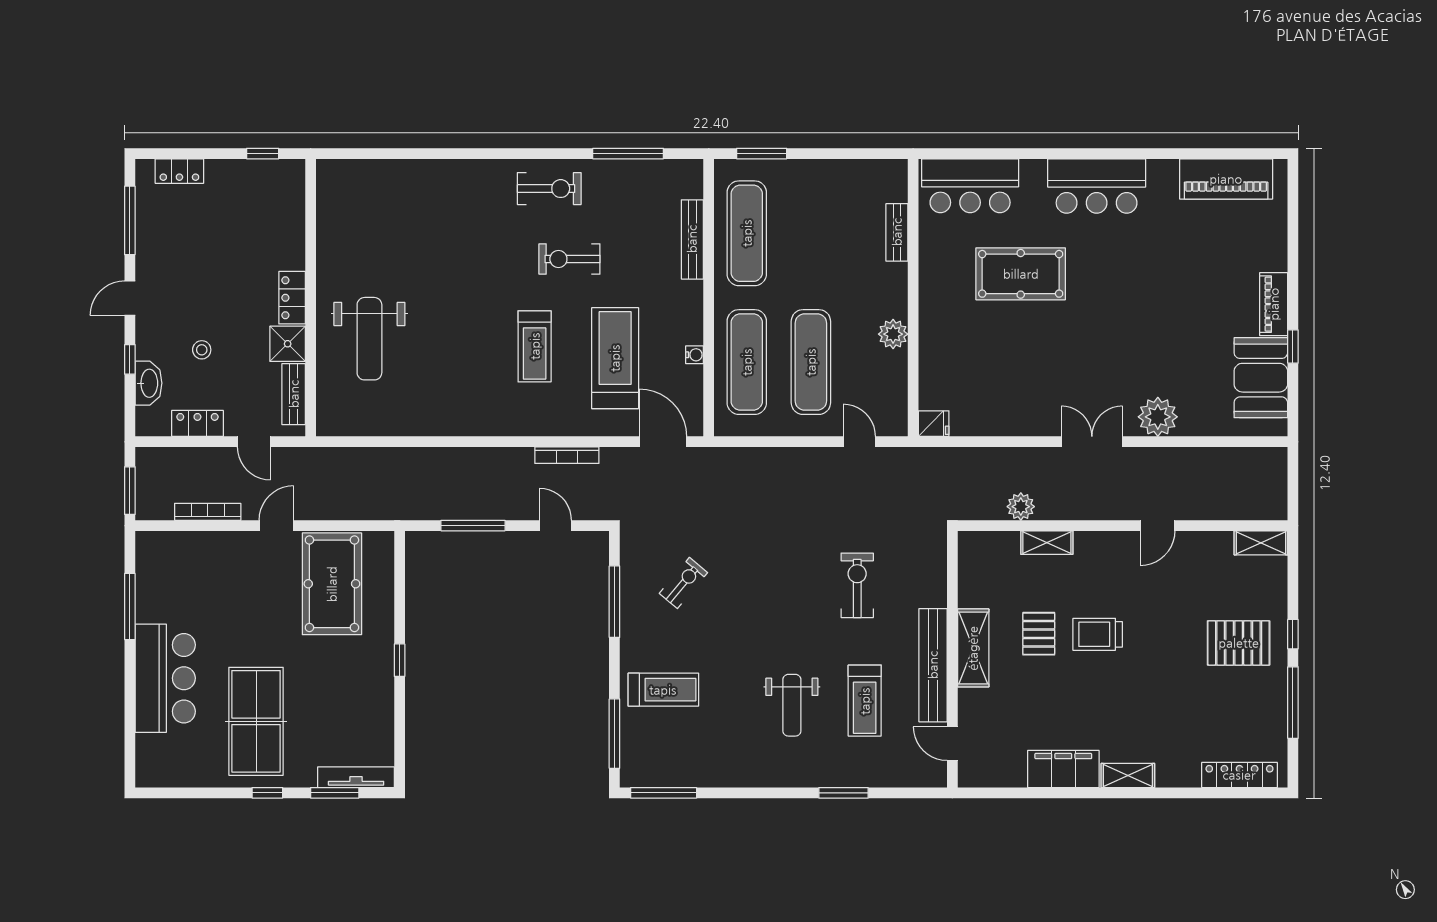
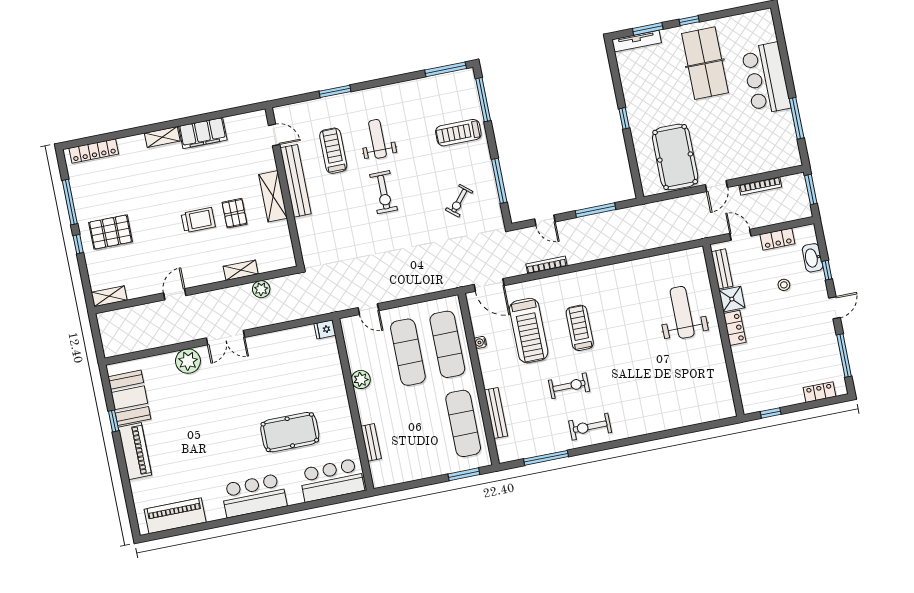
piano: (1274, 304) -> (135, 451), width x1.37, depth x1.33
exercise bike: (857, 585) -> (384, 192), moved

